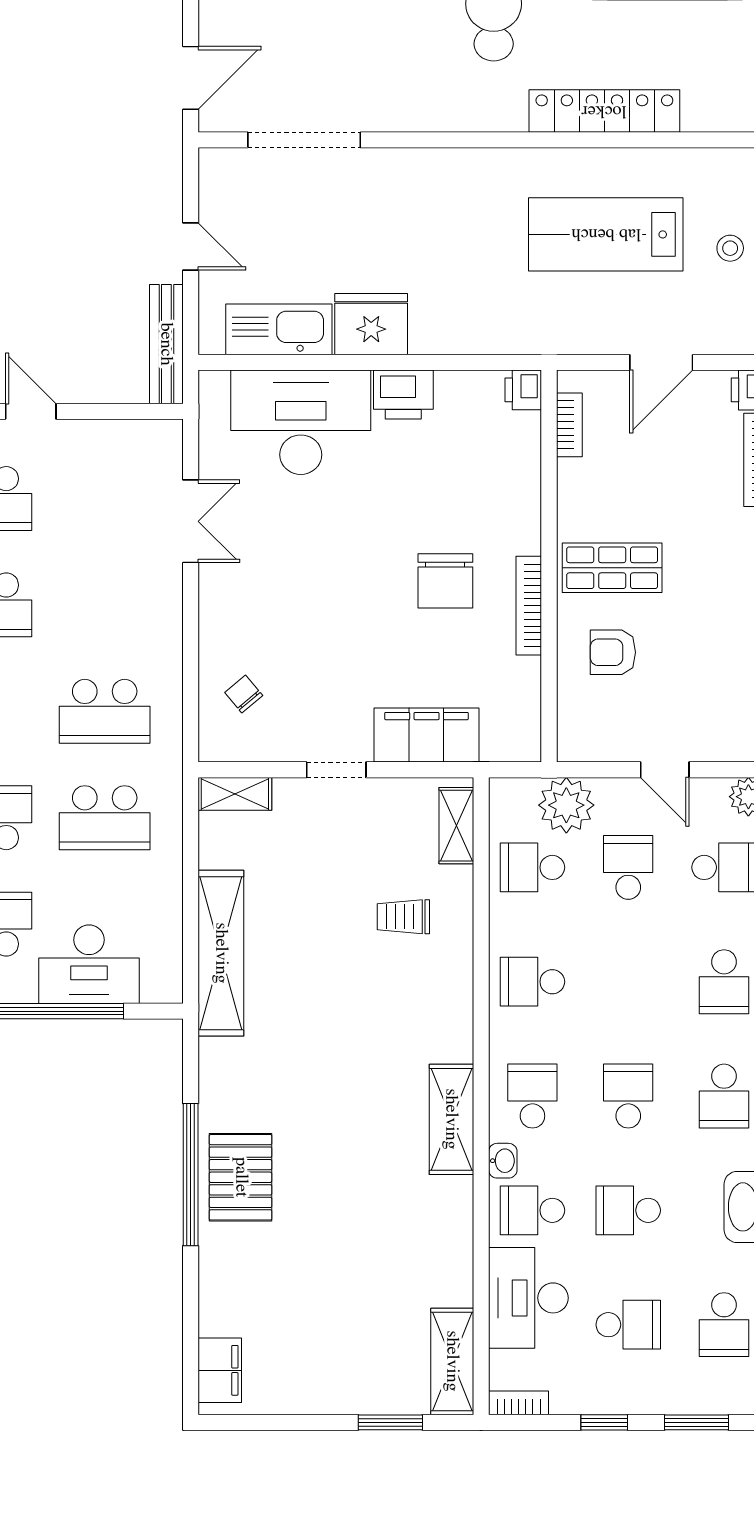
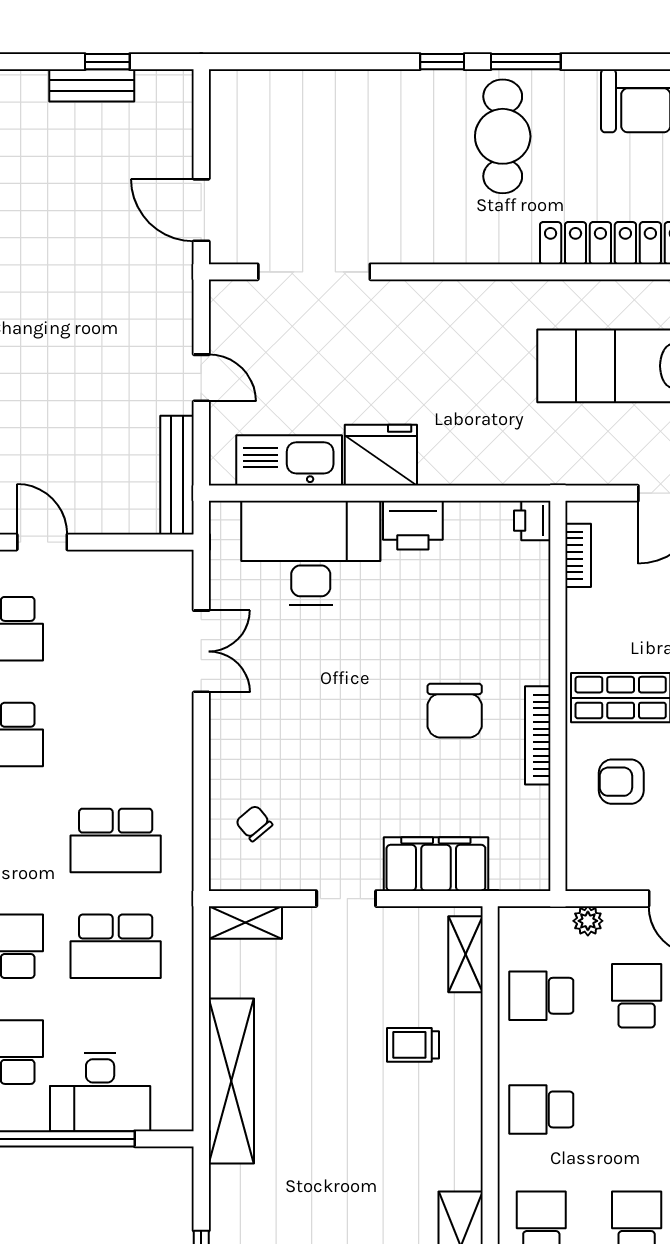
door: (191, 78) -> (201, 210), swing flipped
plant: (566, 805) -> (588, 921), width x0.53, depth x0.53

